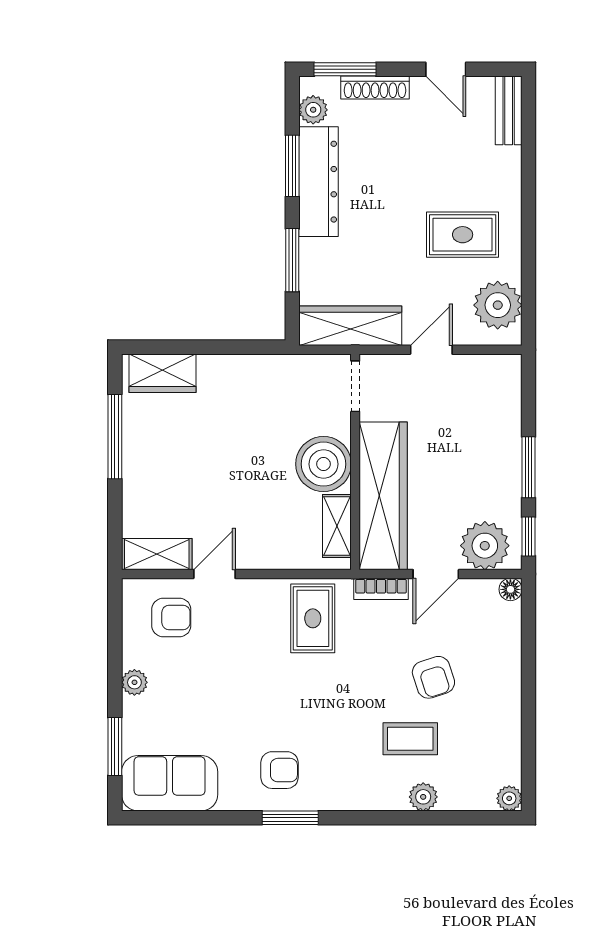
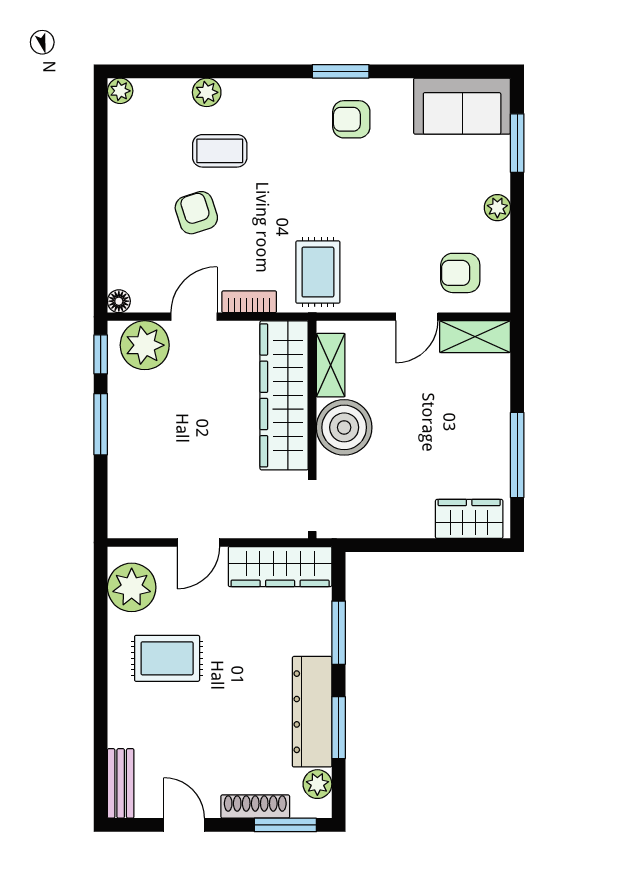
doorway: (355, 386) -> (312, 506), moved
wall: (355, 462) -> (312, 430), moved
boiler: (324, 464) -> (344, 427), moved
wardrobe: (383, 496) -> (284, 395), moved
shelving: (337, 526) -> (331, 365), moved

